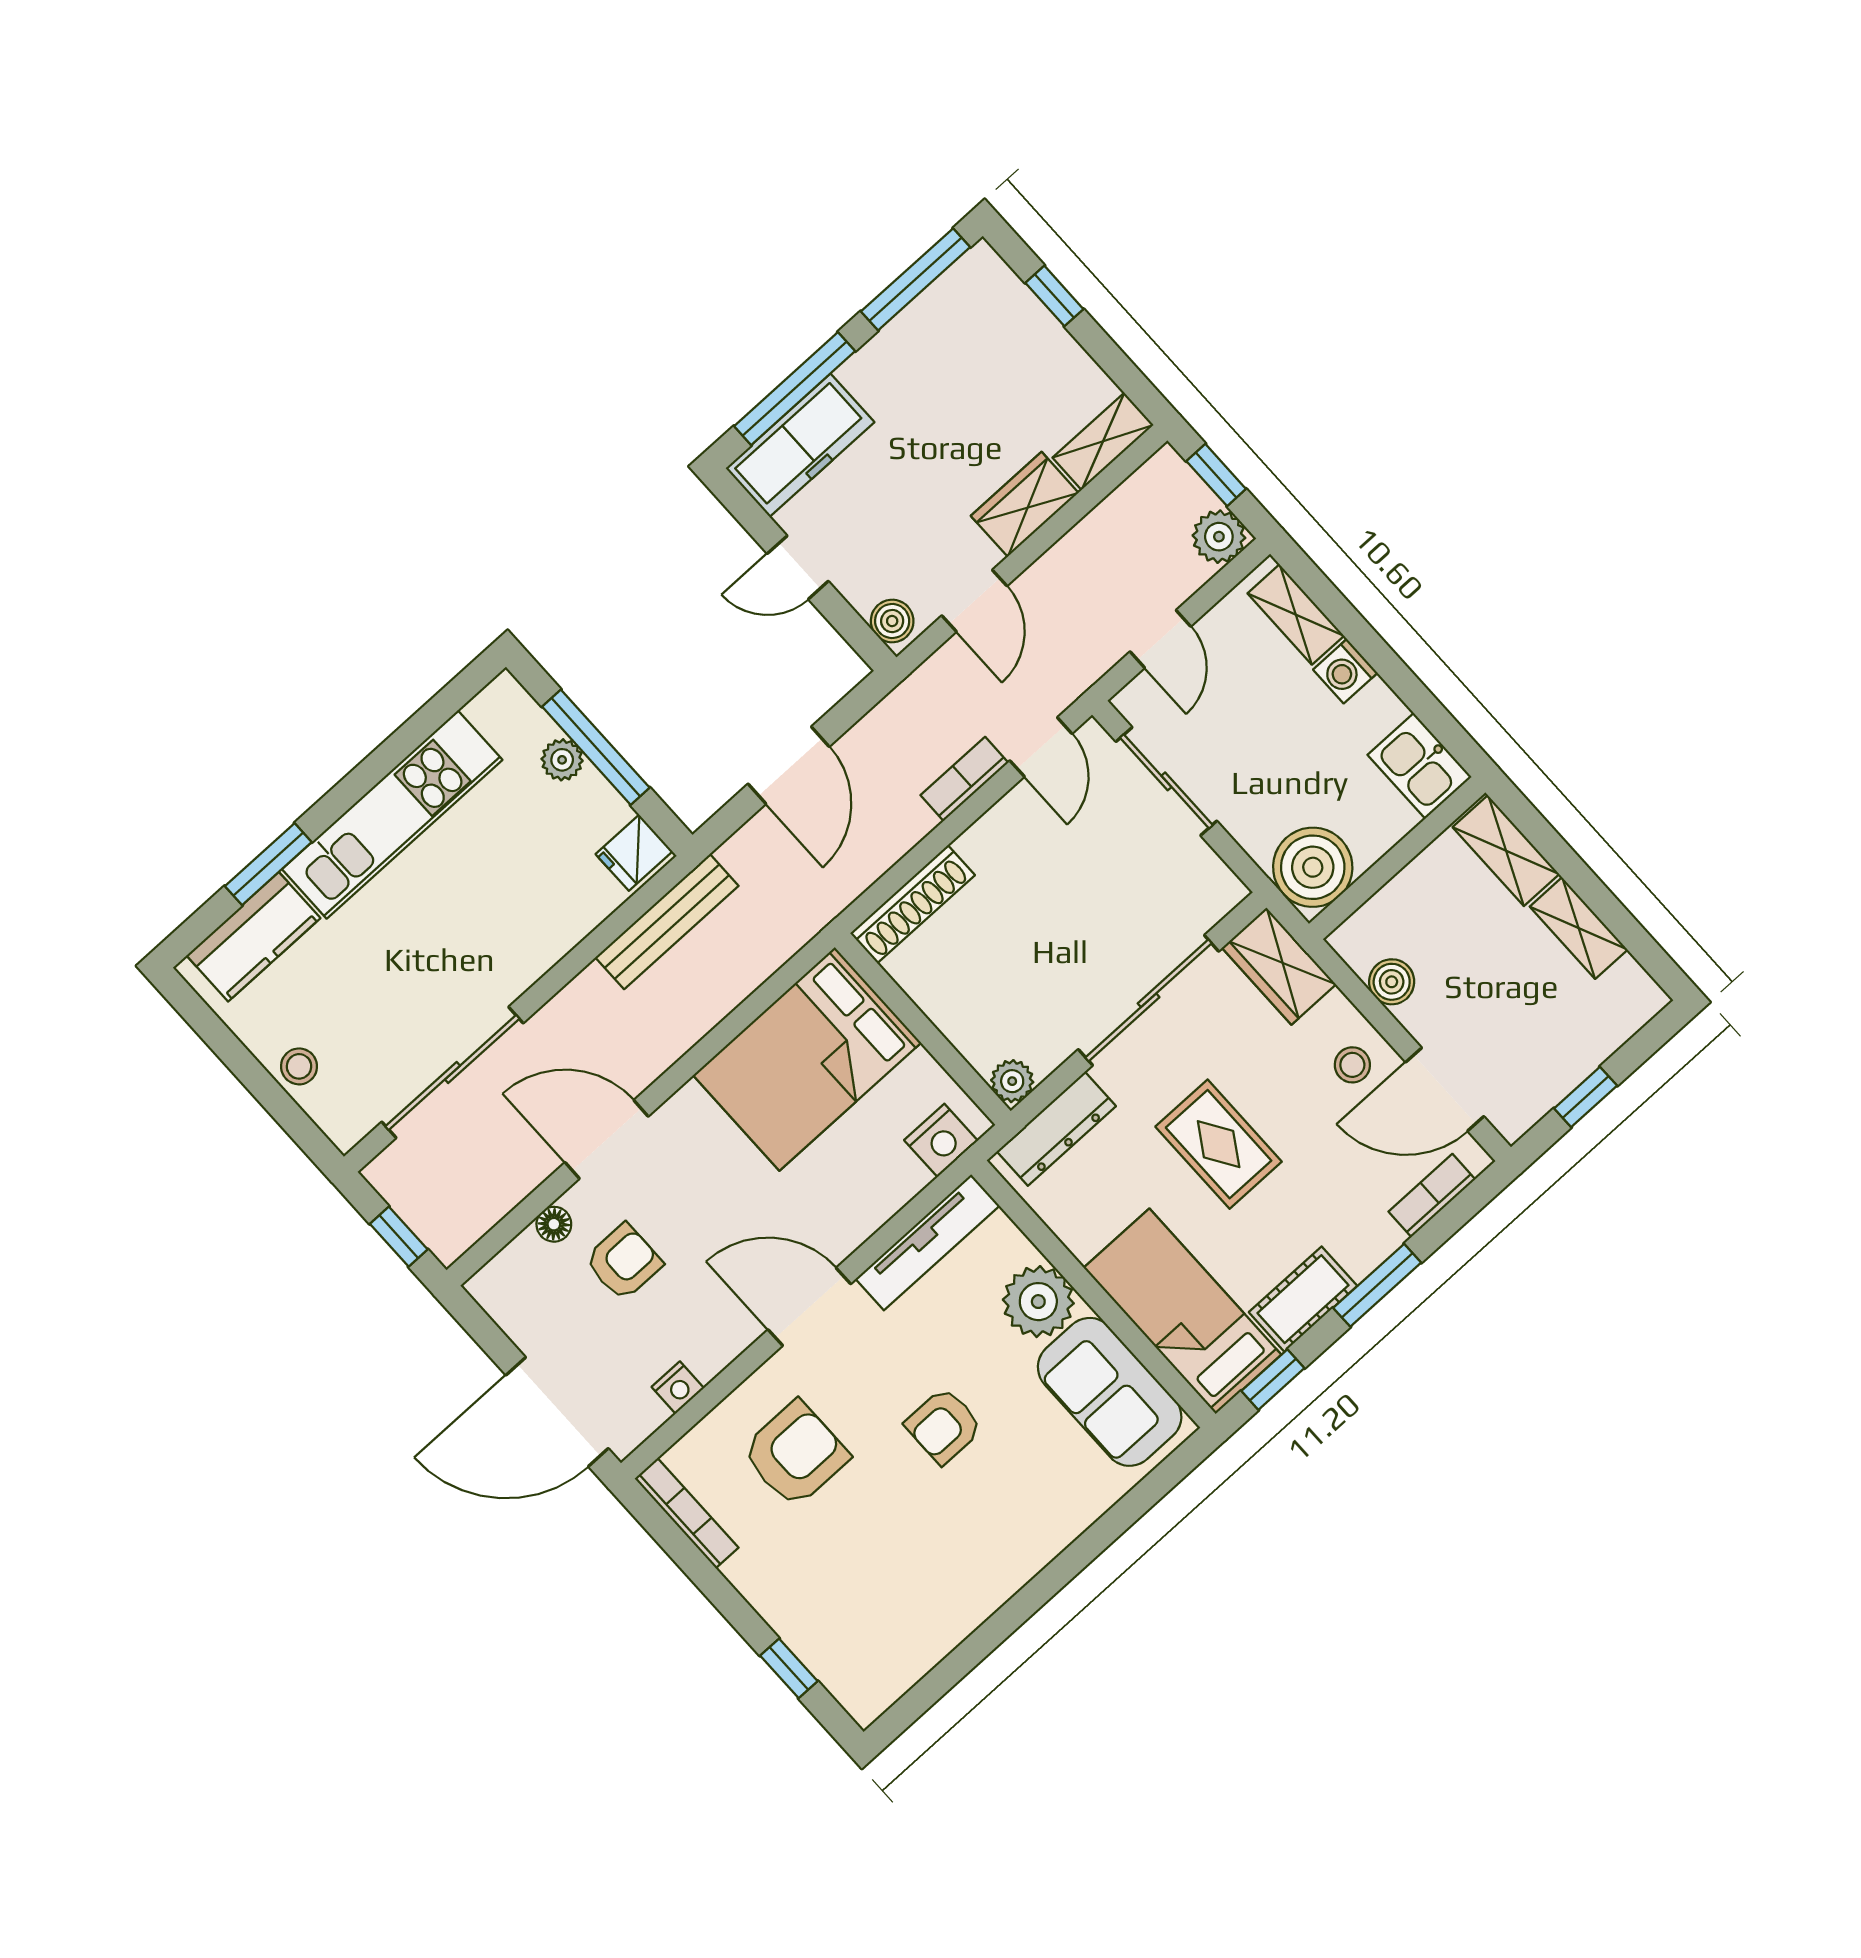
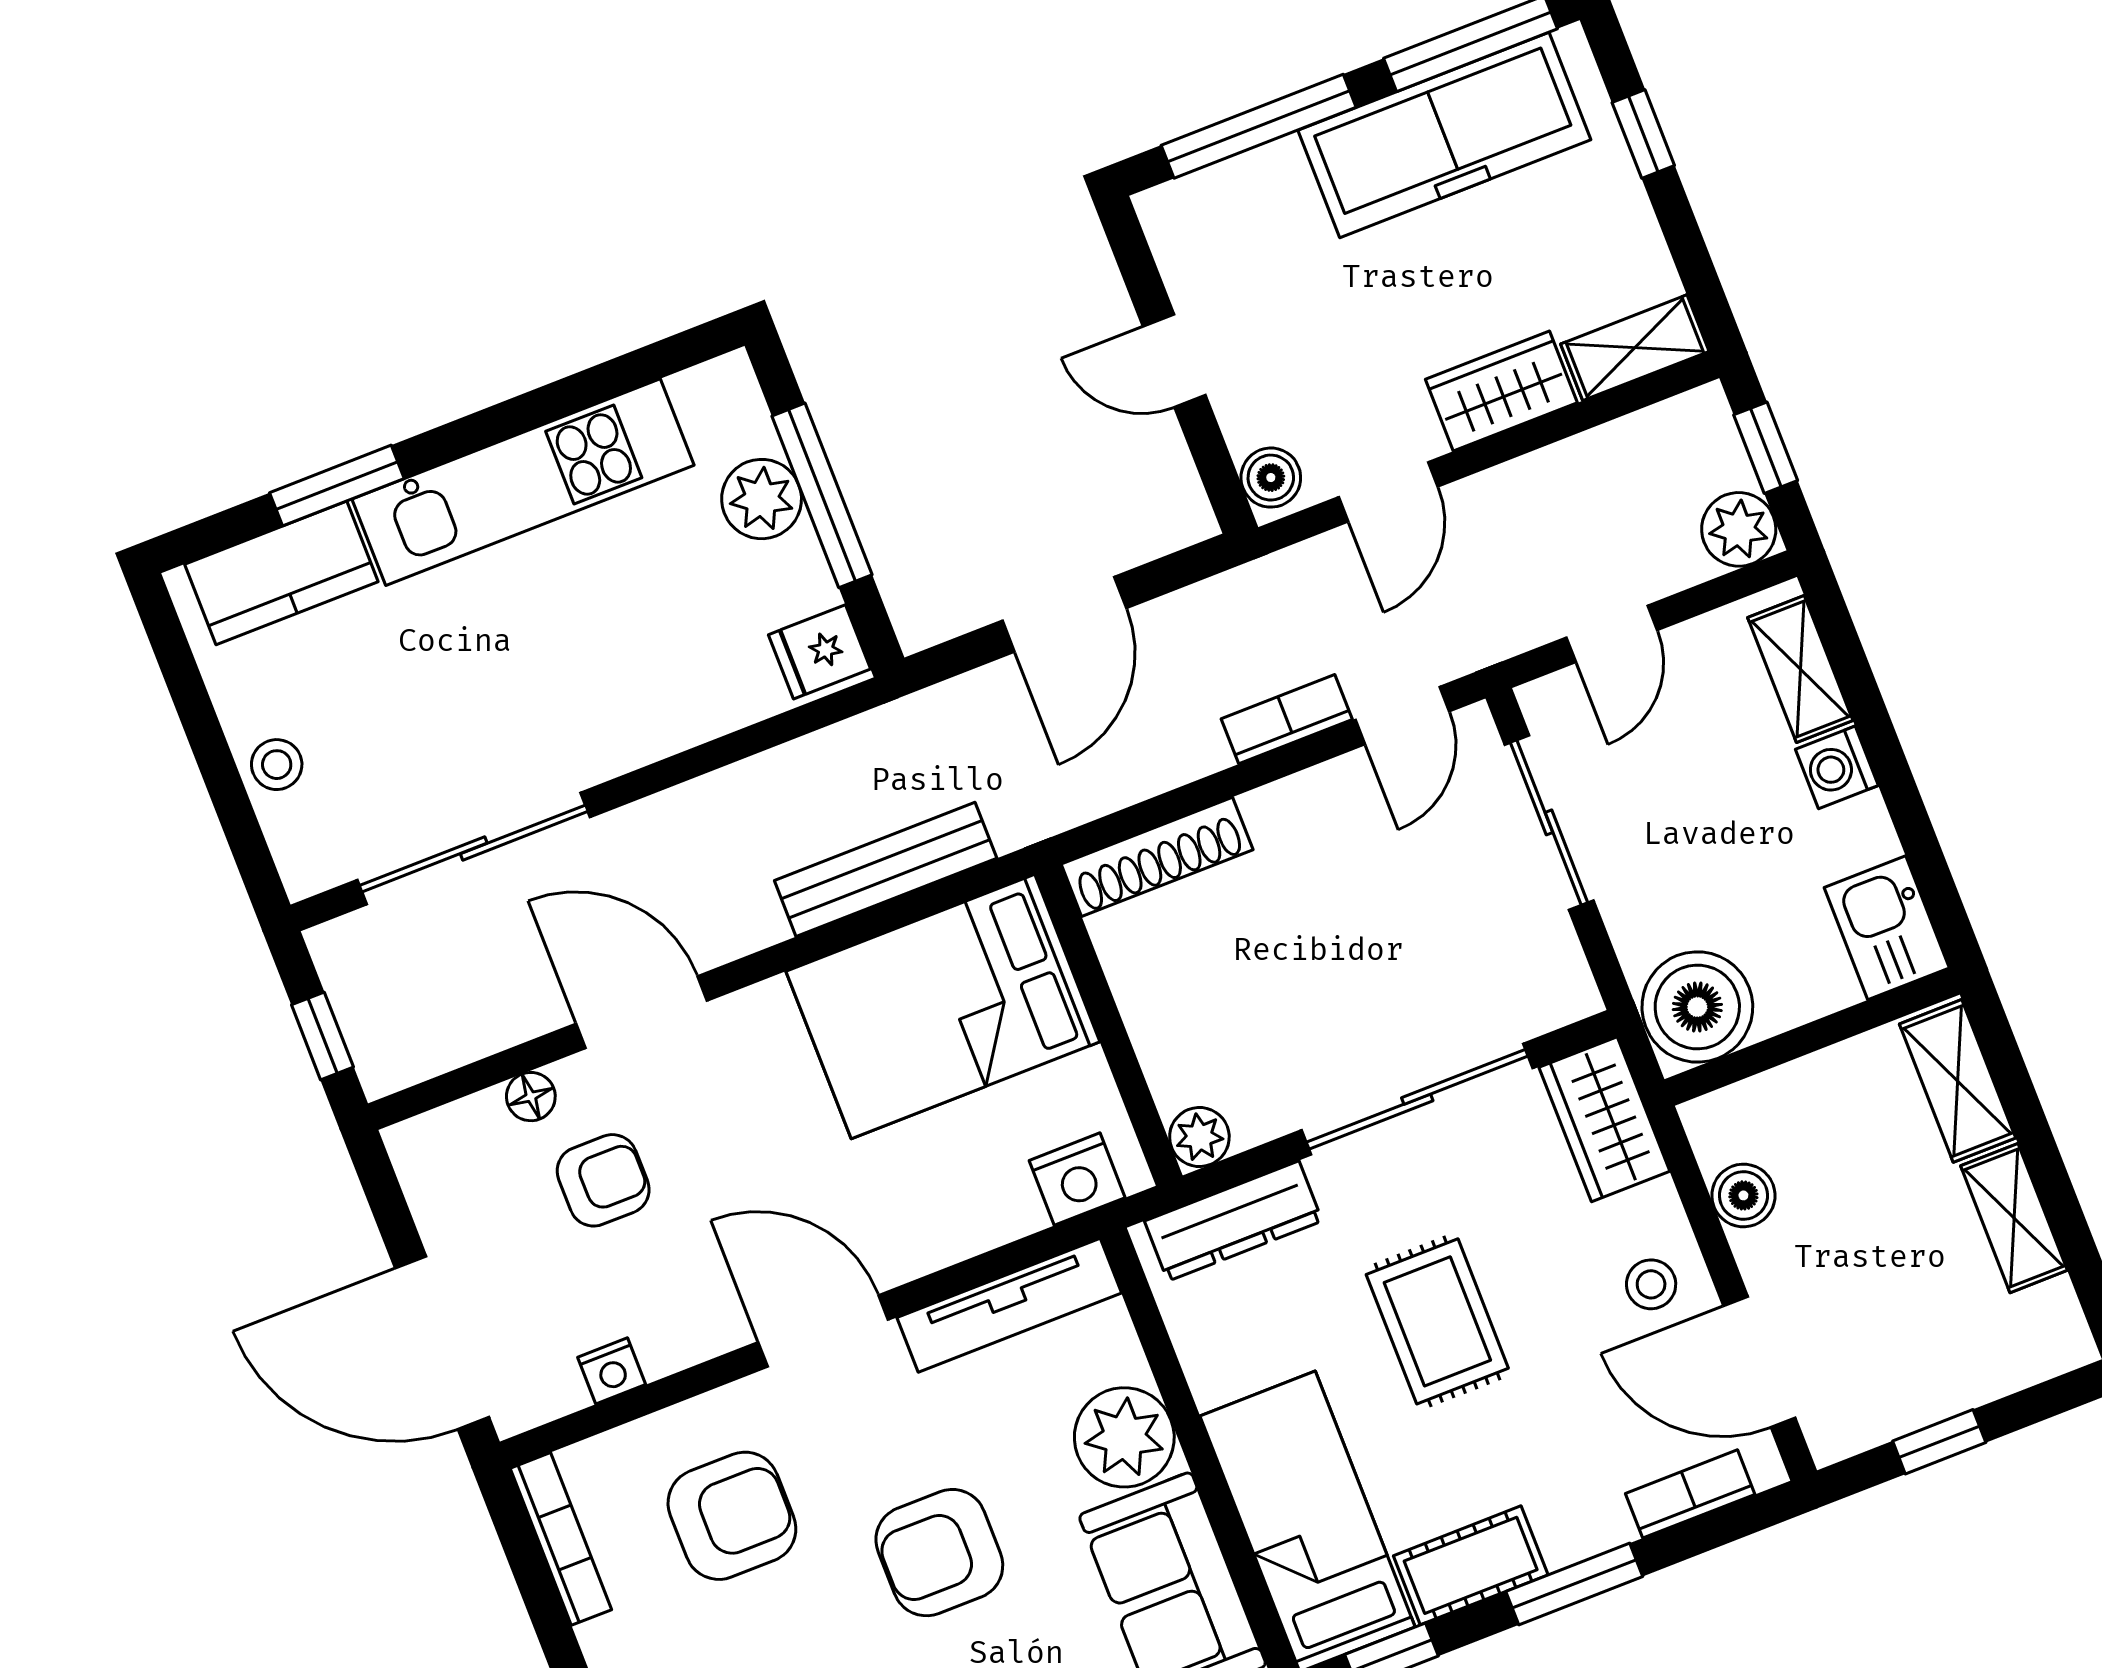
freezer: (800, 445) -> (1444, 135), moved, width x1.36, depth x1.26
plant: (562, 760) -> (762, 499), width x1.38, depth x1.38
bench: (667, 922) -> (886, 869), moved
armchair: (944, 1426) -> (939, 1553), width x1.38, depth x1.38

